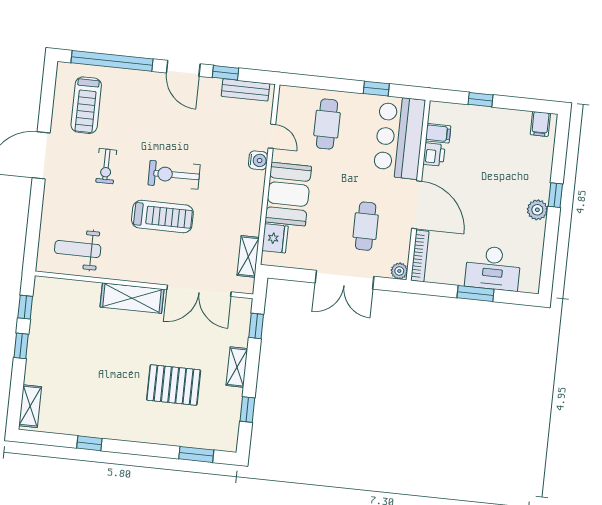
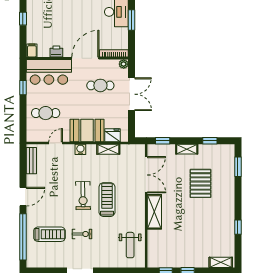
window: (225, 73) -> (23, 173), removed
window: (481, 100) -> (23, 19), moved
treadmill: (86, 105) -> (49, 234), moved
filing cabinet: (438, 133) -> (32, 50), moved
water cooler: (258, 160) -> (80, 149), moved
shelving: (248, 256) -> (108, 149), moved

